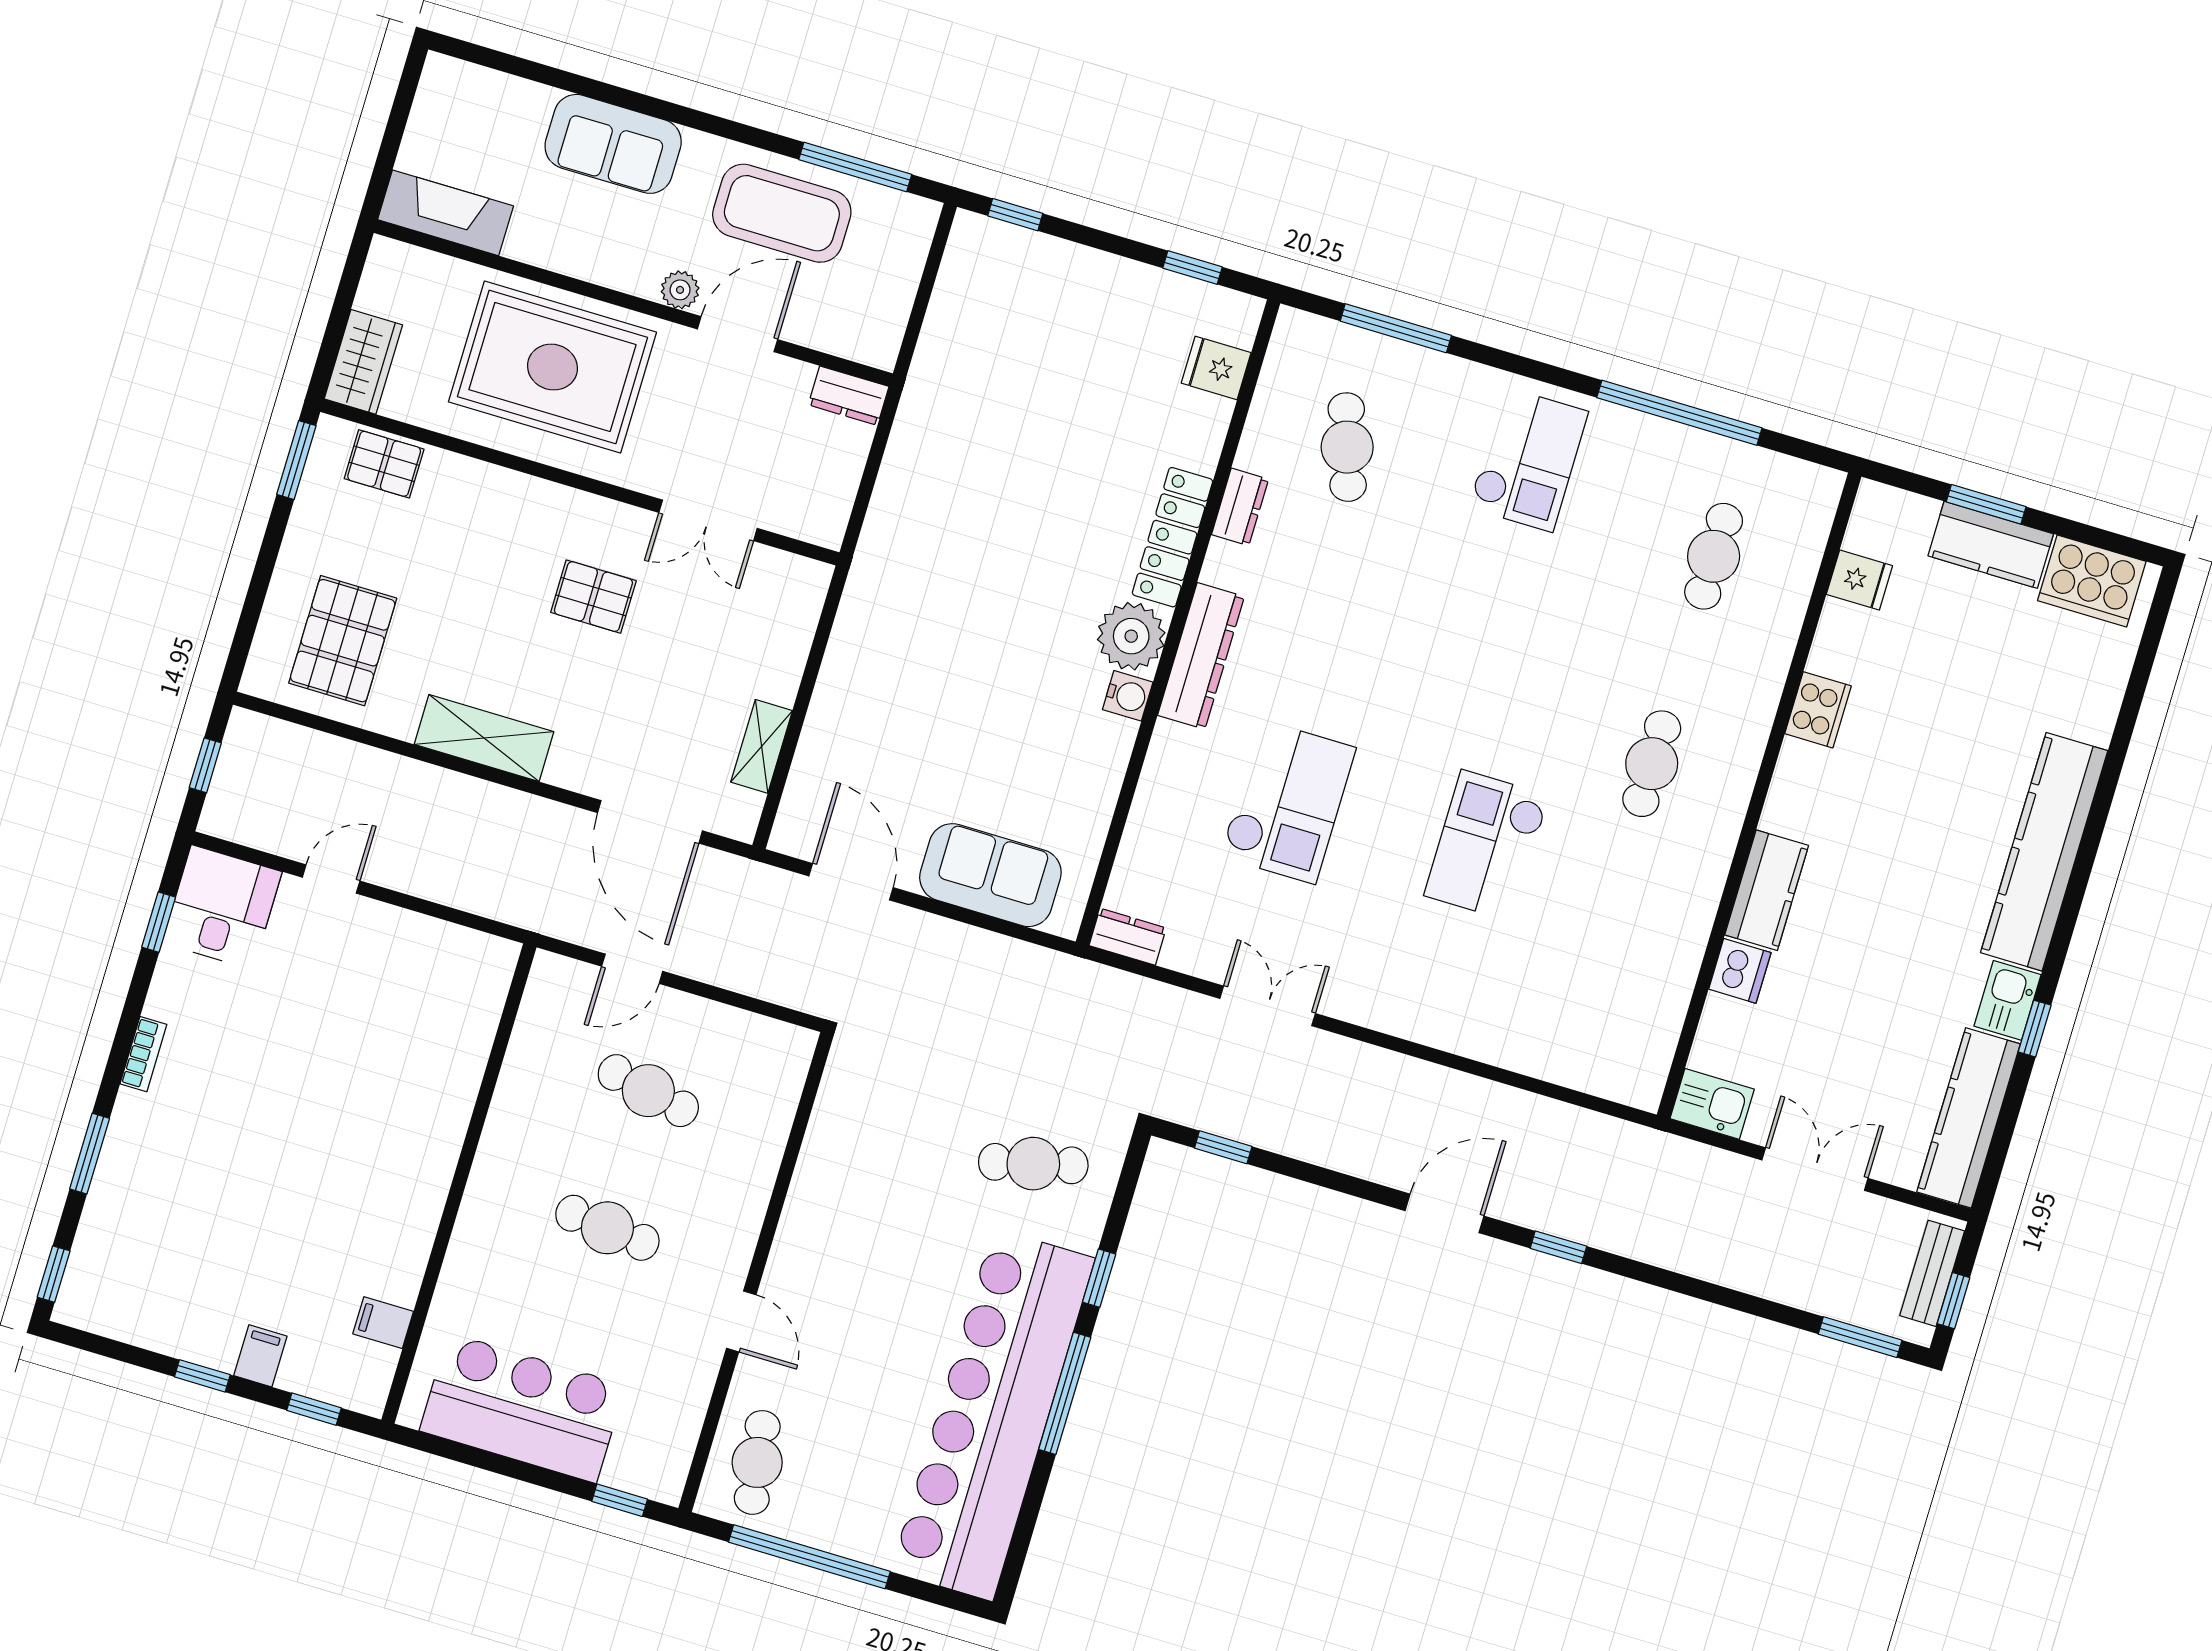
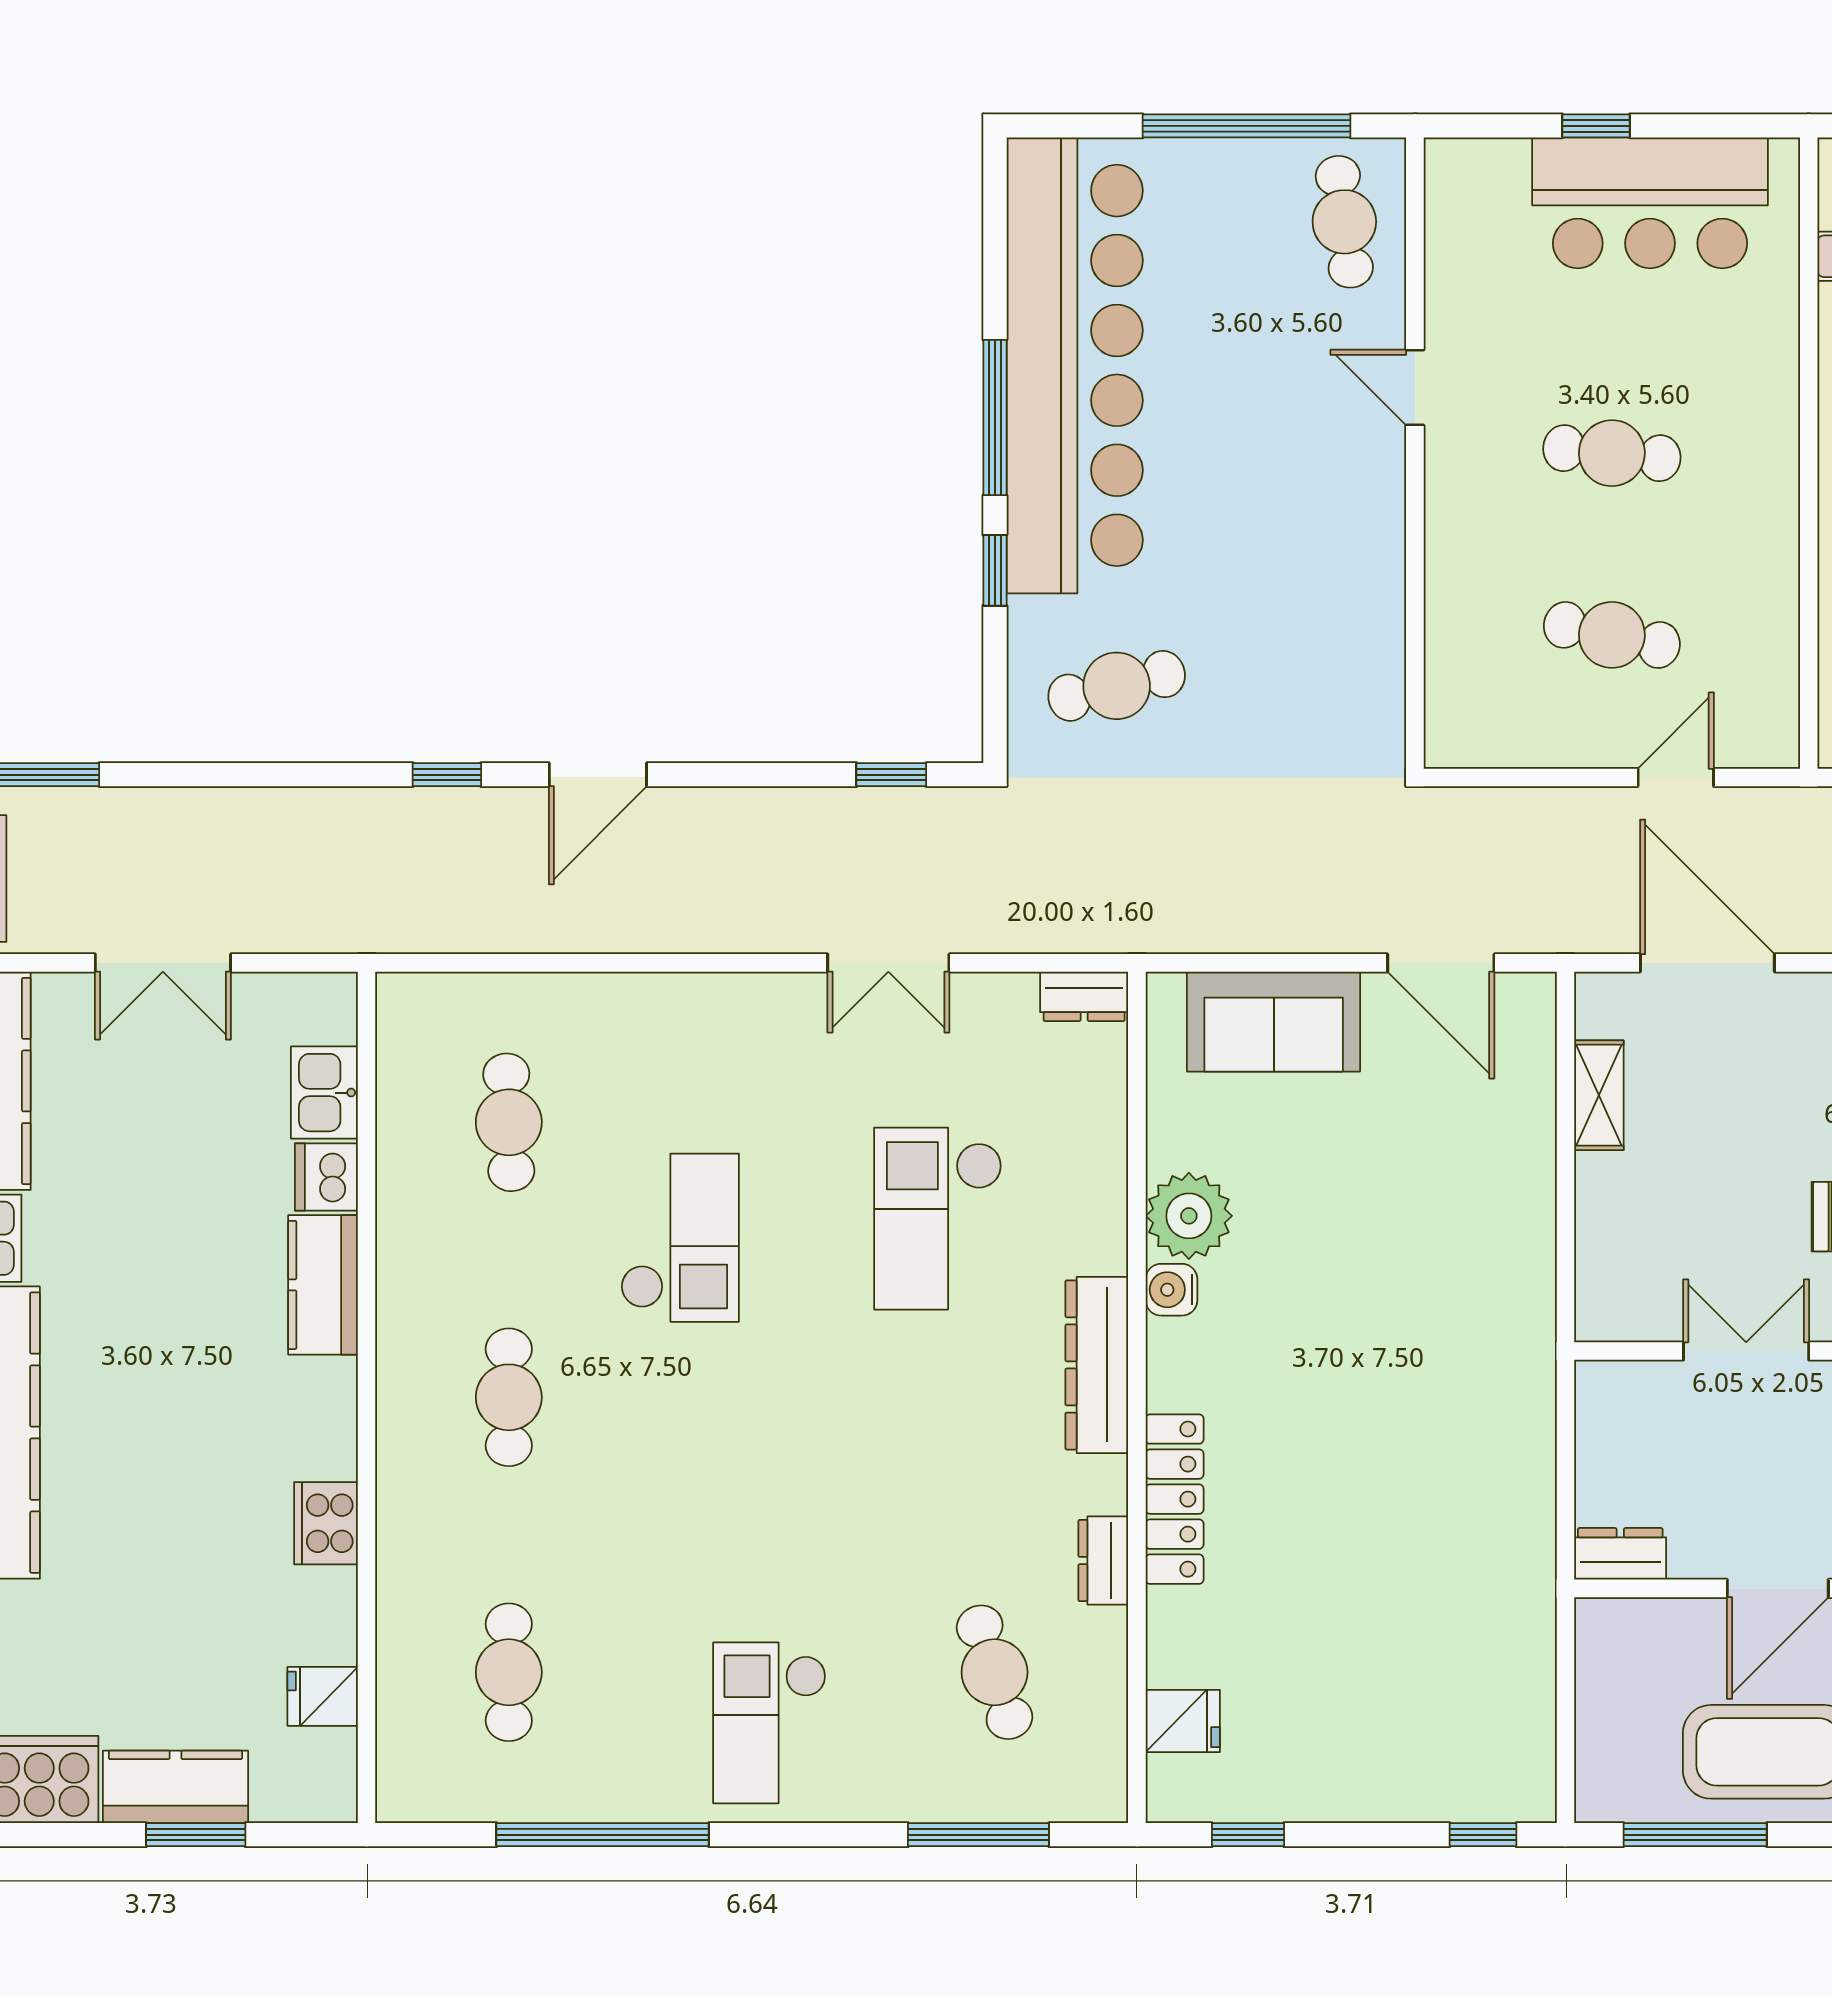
plant: (1131, 636) -> (1189, 1216), moved
cafe table: (1590, 971) -> (509, 1122), added
kitchen sink: (1712, 1104) -> (324, 1093), moved, turned 90
window: (620, 1500) -> (1596, 126), moved

